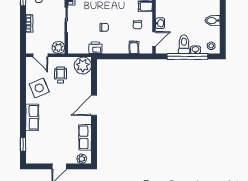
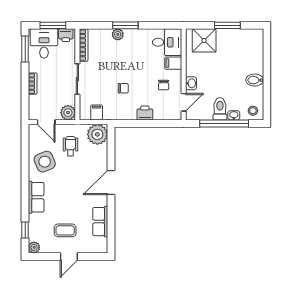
filing cabinet: (134, 47) -> (97, 113), moved
printer: (95, 48) -> (145, 113), moved
coffee table: (56, 145) -> (65, 230), added
plant: (82, 159) -> (34, 247), moved

